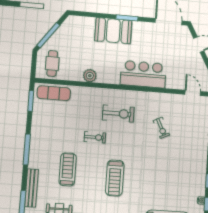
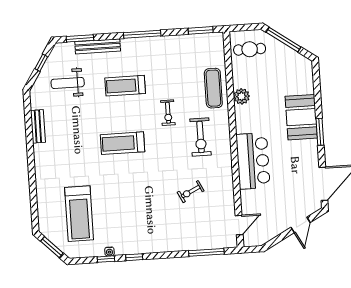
exercise mat: (54, 93) -> (213, 88), moved
treadmill: (68, 169) -> (125, 86), turned 180

